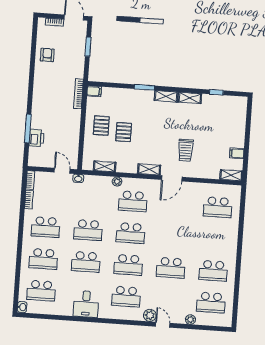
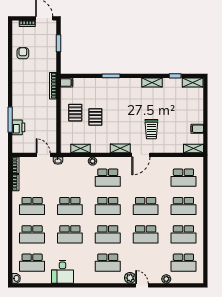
shelving: (166, 96) -> (193, 83), moved
school desk: (173, 236) -> (146, 206), added
school desk: (215, 239) -> (183, 206), added
desk: (86, 304) -> (62, 272), moved

